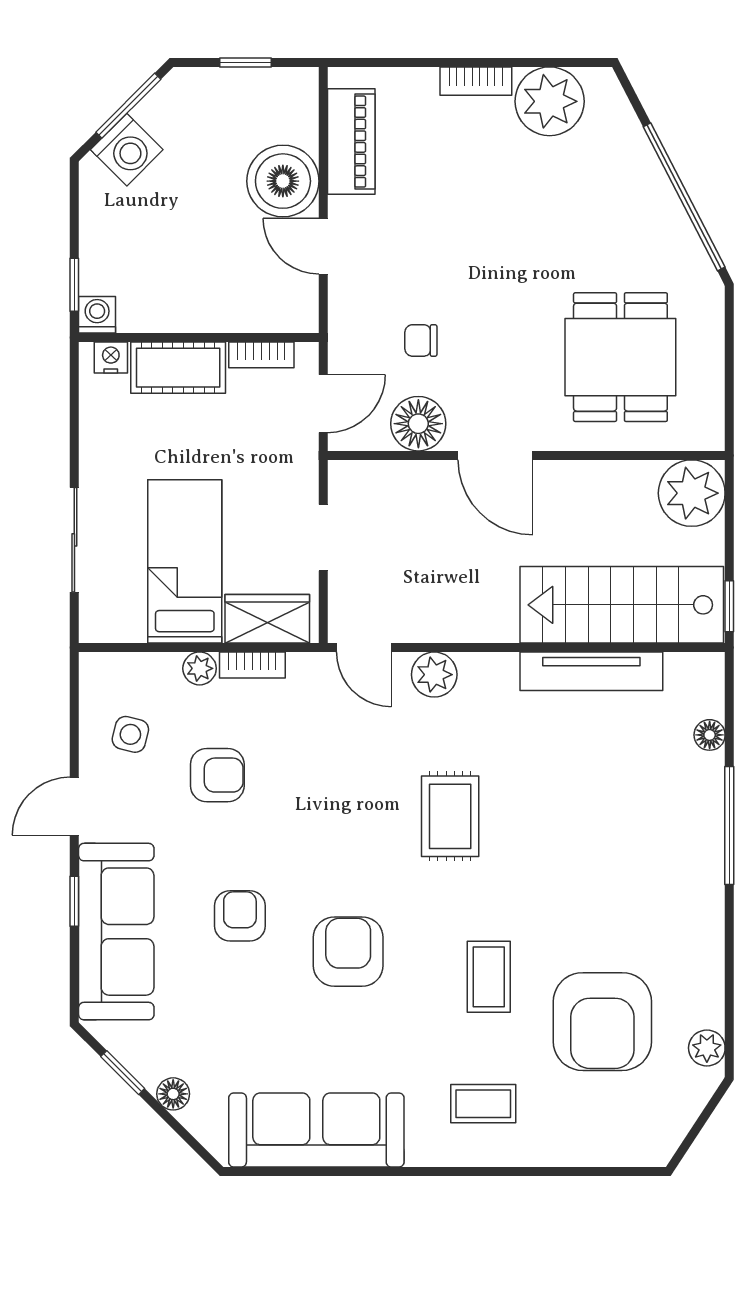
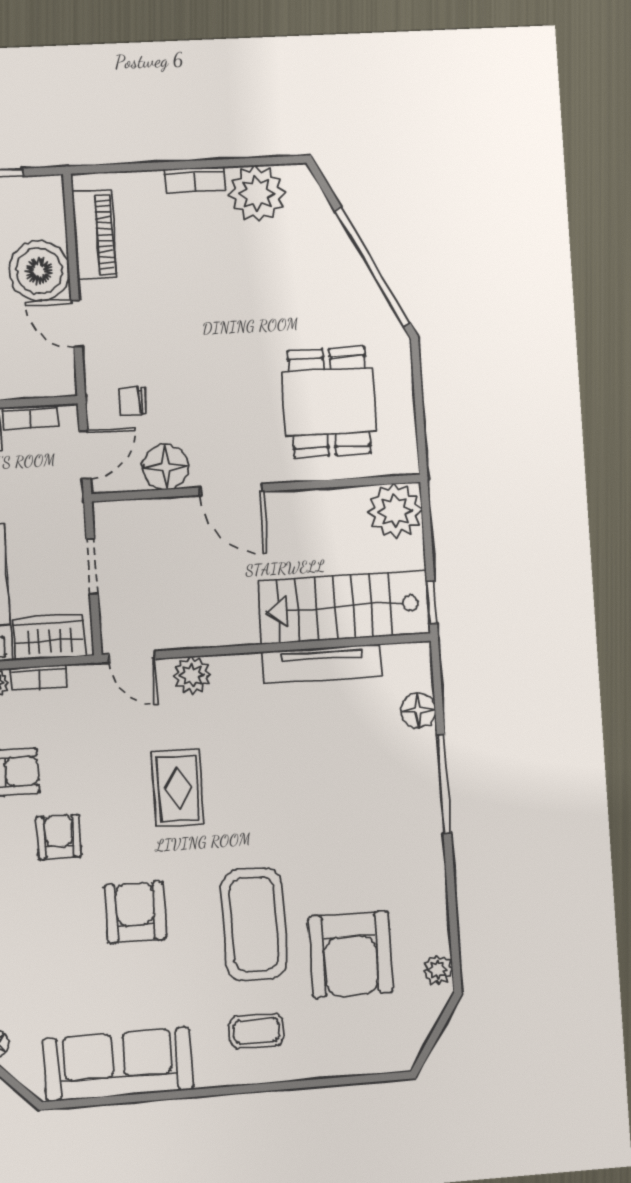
chair: (421, 340) -> (132, 401), moved
floor lamp: (710, 735) -> (418, 710), width x1.37, depth x1.37
rug: (450, 816) -> (178, 788), moved
armchair: (240, 916) -> (59, 837), moved
coffee table: (489, 977) -> (254, 924), width x1.86, depth x1.72

